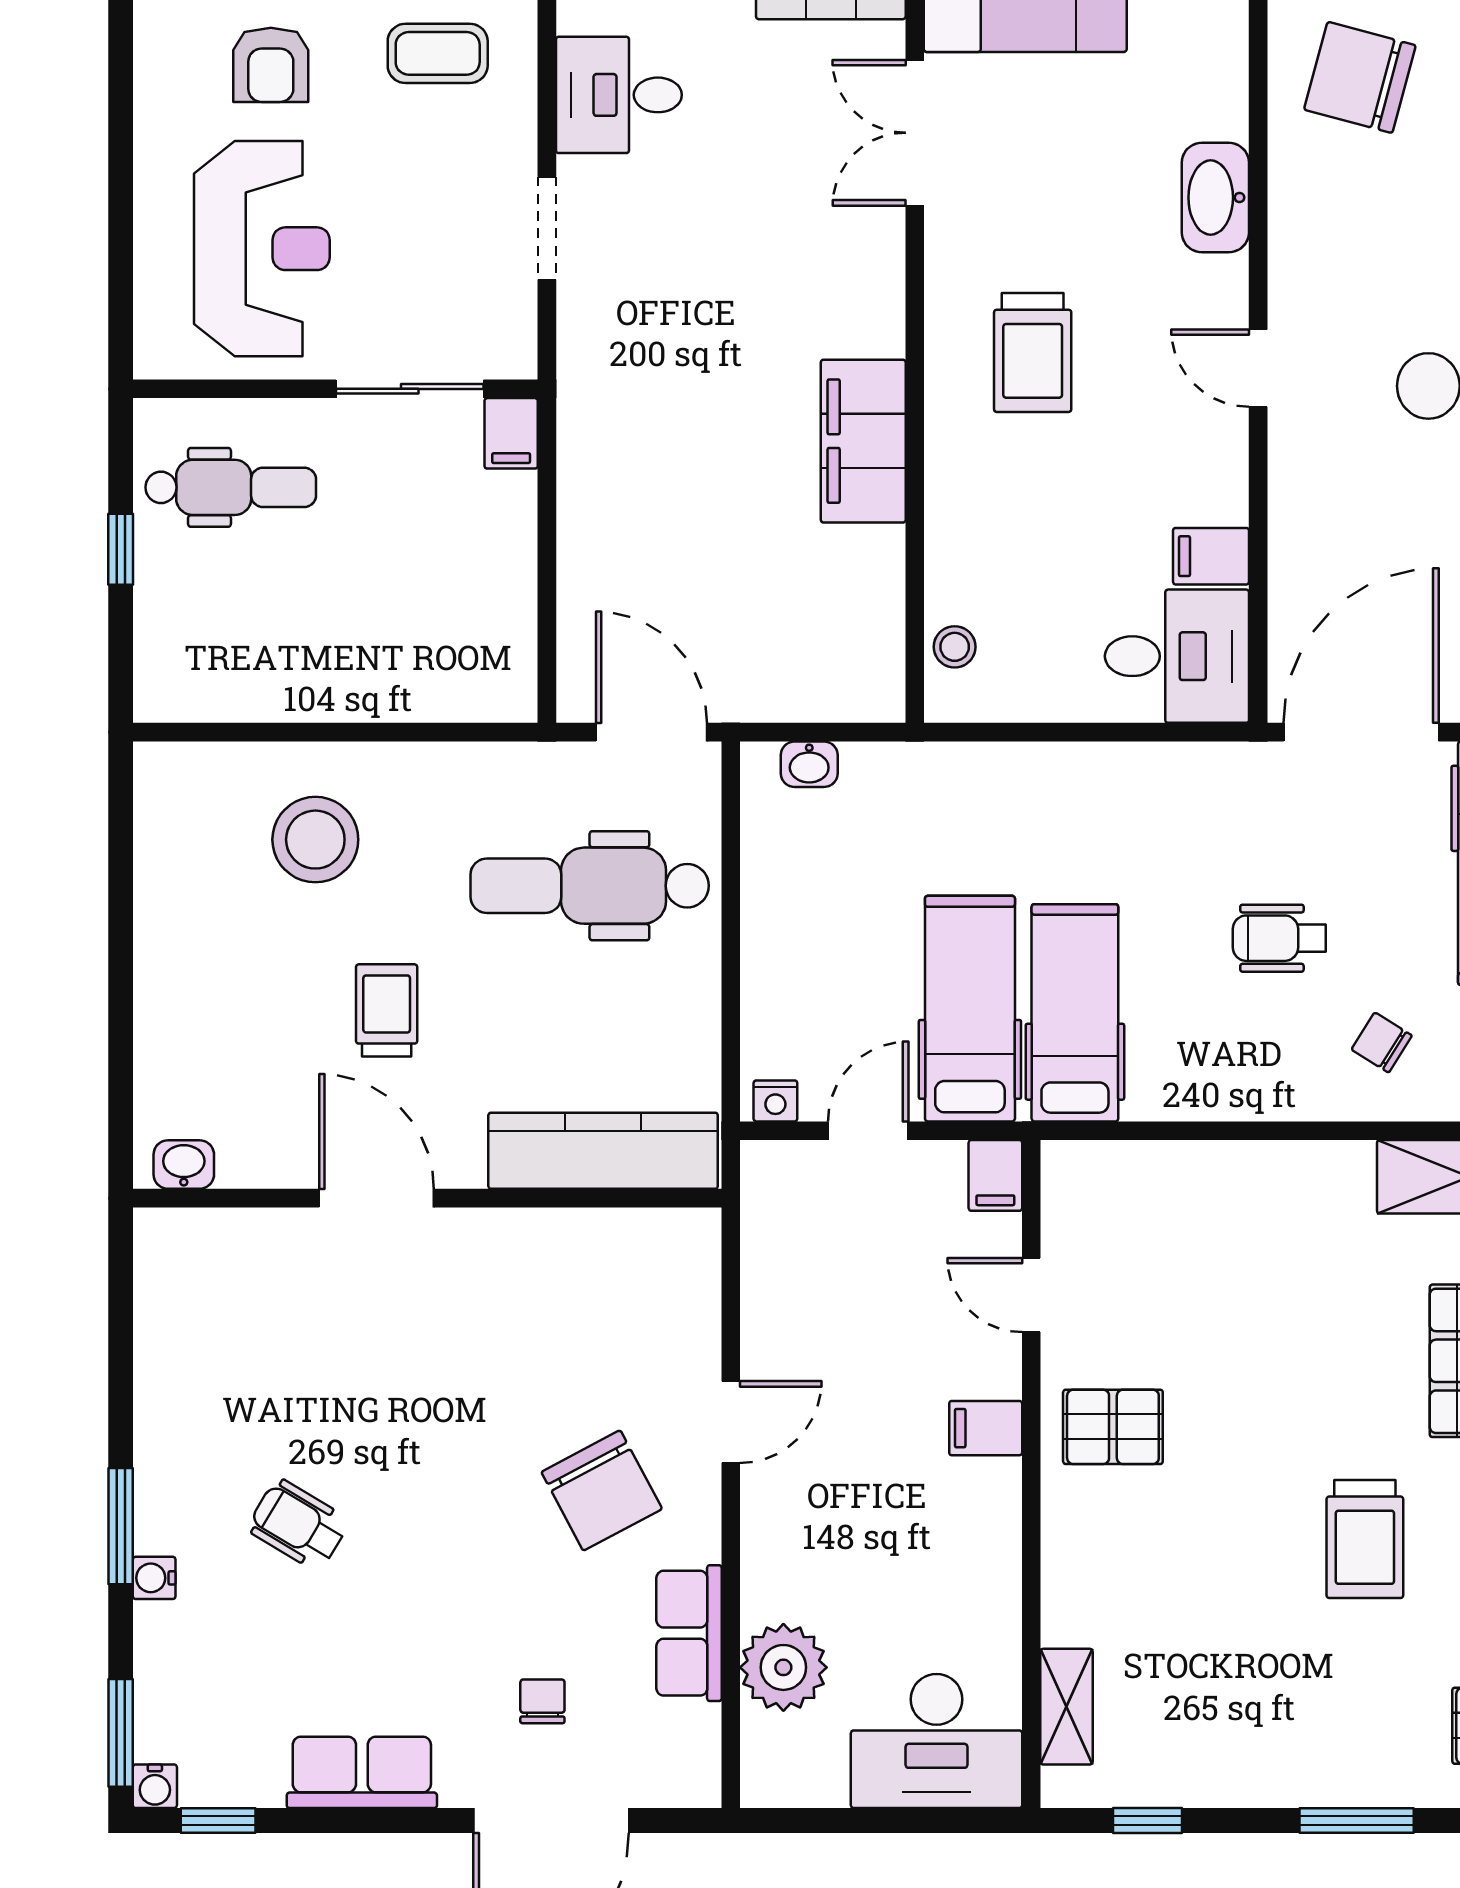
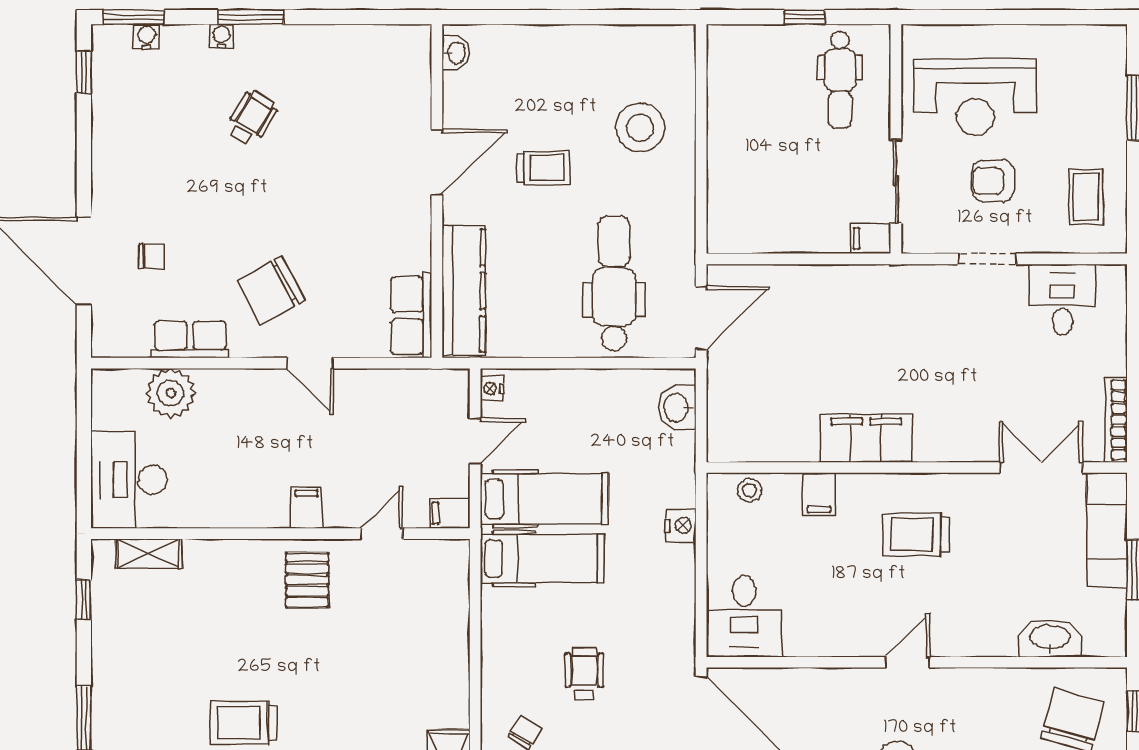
armchair: (271, 65) -> (993, 181), moved
washbasin: (1215, 198) -> (1050, 638), moved
filing cabinet: (1211, 556) -> (819, 494), moved, turned 180
washbasin: (809, 764) -> (677, 408), width x1.38, depth x1.45
nightstand: (1017, 768) -> (681, 525), added
door: (868, 1131) -> (475, 441), hinge flipped
row of seats: (362, 1772) -> (411, 315), moved, turned 180
water cooler: (155, 1786) -> (147, 37), moved, turned 90

